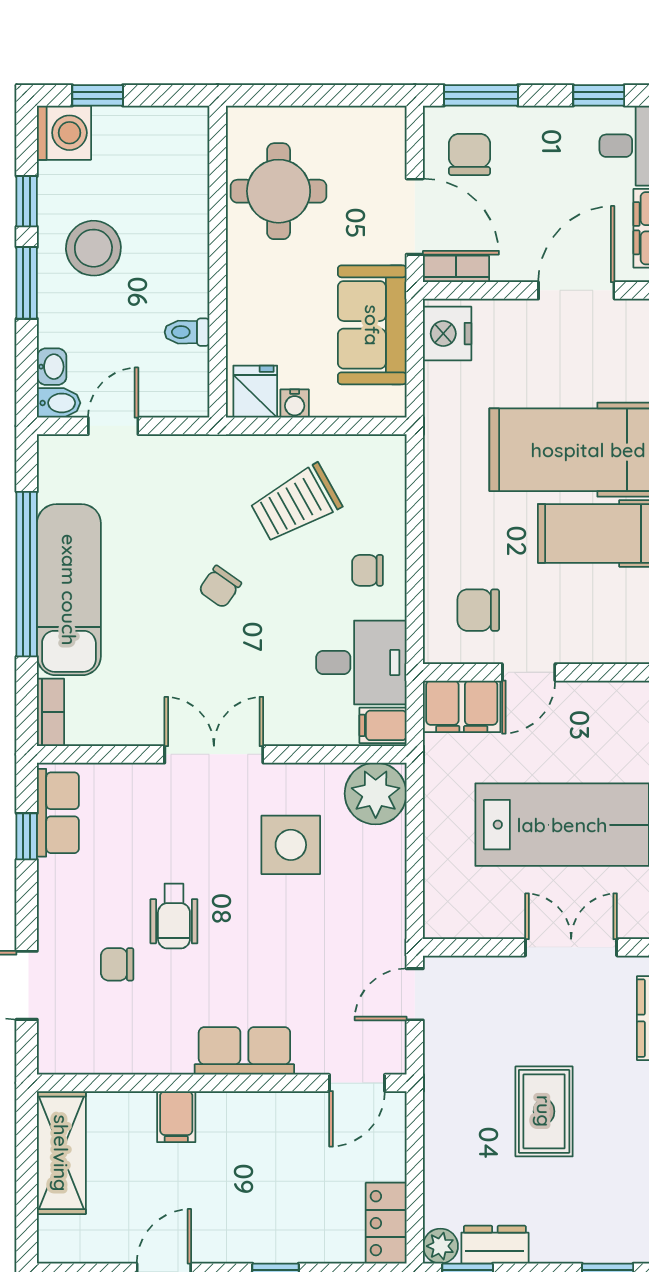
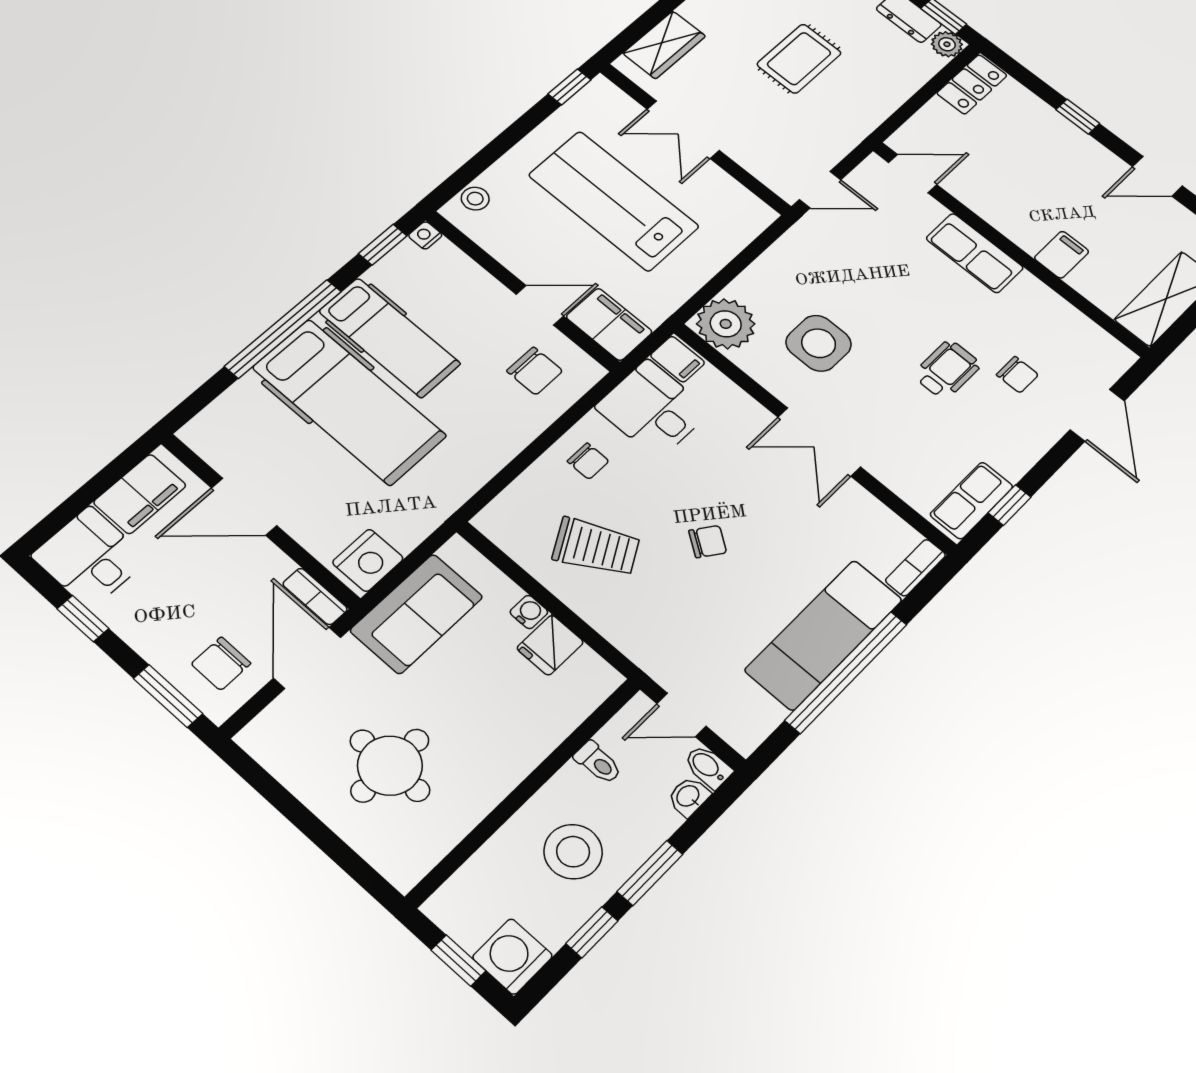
wall: (218, 262) -> (525, 791), moved
toilet: (187, 332) -> (598, 763), moved

